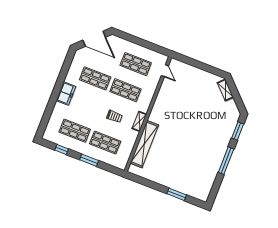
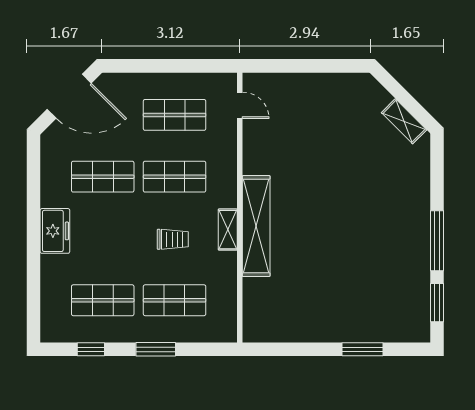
shelving: (225, 90) -> (404, 121), moved
window: (238, 131) -> (437, 303), moved
shelving: (144, 144) -> (256, 226), moved

